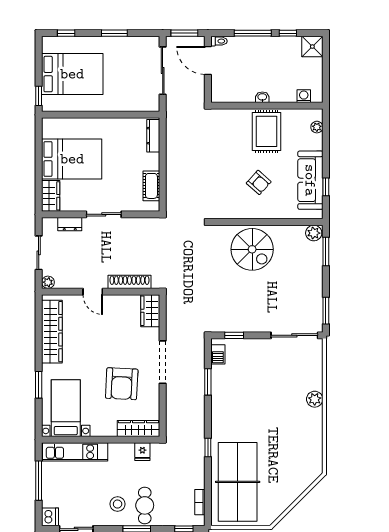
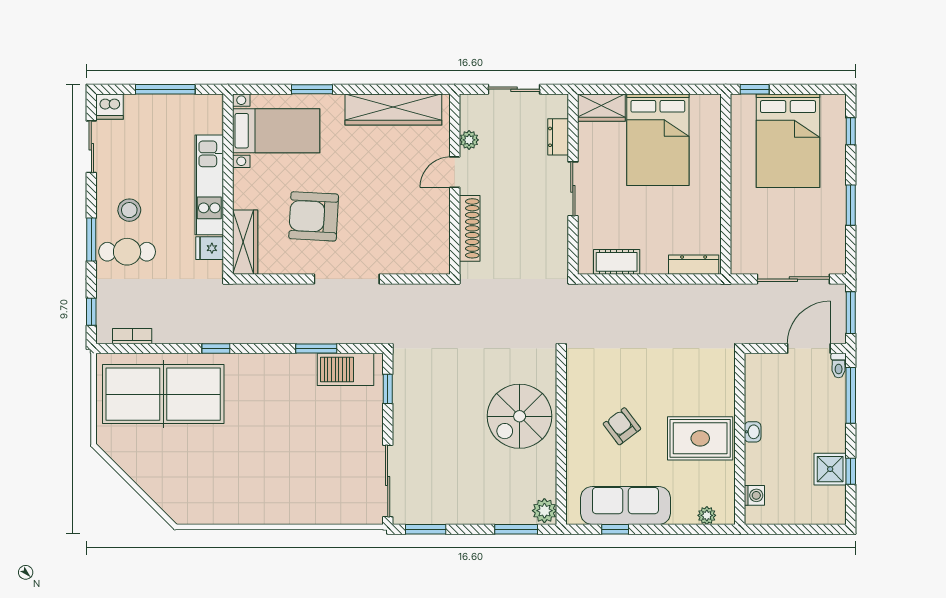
window: (253, 33) -> (851, 395), moved
shower: (312, 47) -> (830, 469), moved
armchair: (259, 182) -> (622, 426), turned 101
plant: (48, 282) -> (469, 140), moved
wardrobe: (150, 311) -> (425, 260), removed
barbecue: (218, 354) -> (345, 369), width x1.88, depth x1.53
plant: (315, 399) -> (290, 512), removed
kitchen unit: (75, 452) -> (209, 185), moved

